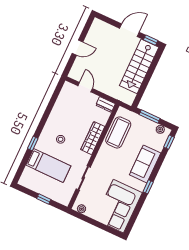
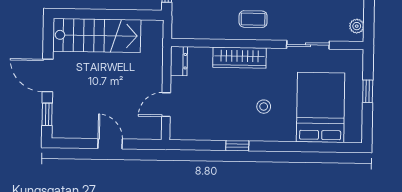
window: (151, 40) -> (47, 114), moved
coffee table: (118, 132) -> (253, 19), moved, width x0.54, depth x0.58
window: (33, 143) -> (237, 146), moved
bed: (48, 165) -> (321, 107), width x1.50

